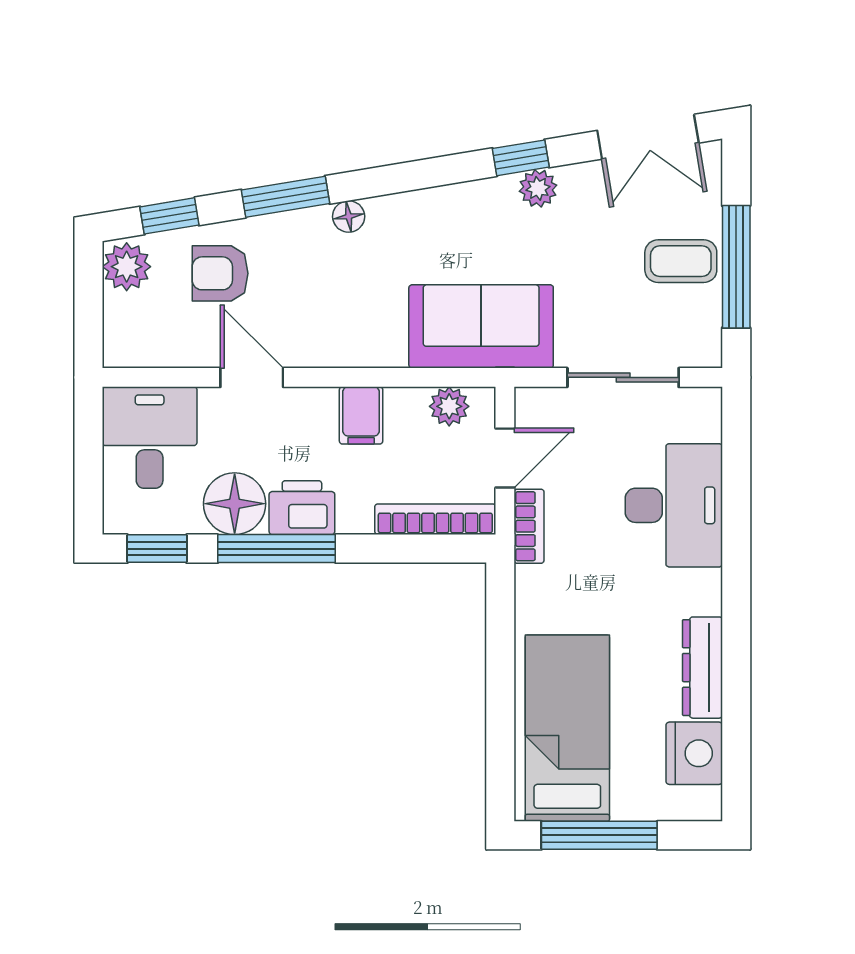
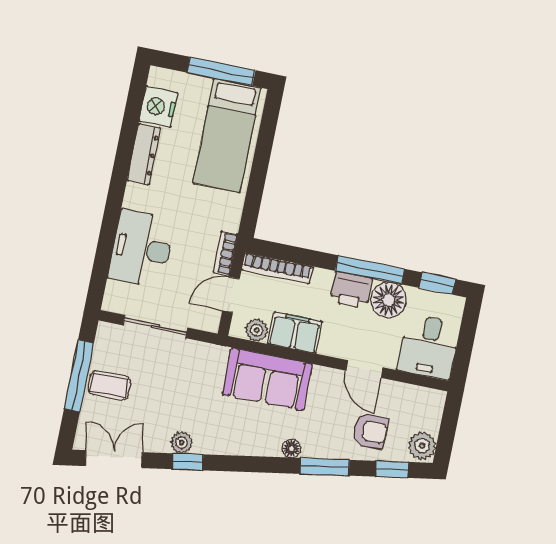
sofa: (481, 326) -> (267, 379), moved
filing cabinet: (361, 415) -> (295, 333), width x2.00

